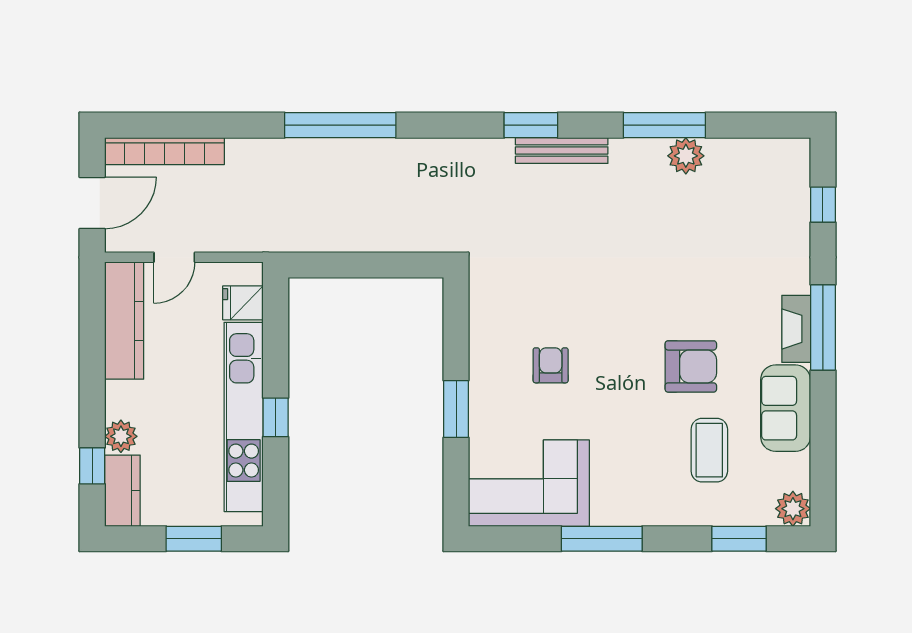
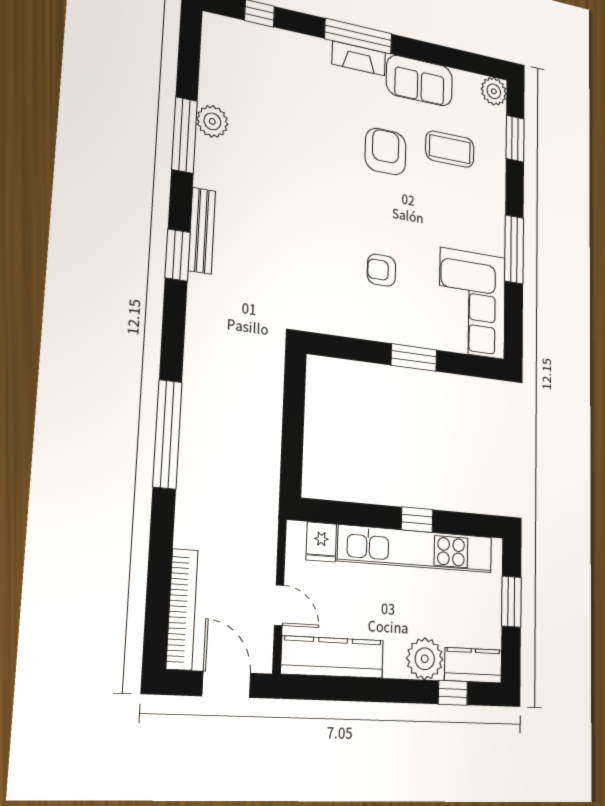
plant: (121, 436) -> (425, 659), width x1.36, depth x1.36

